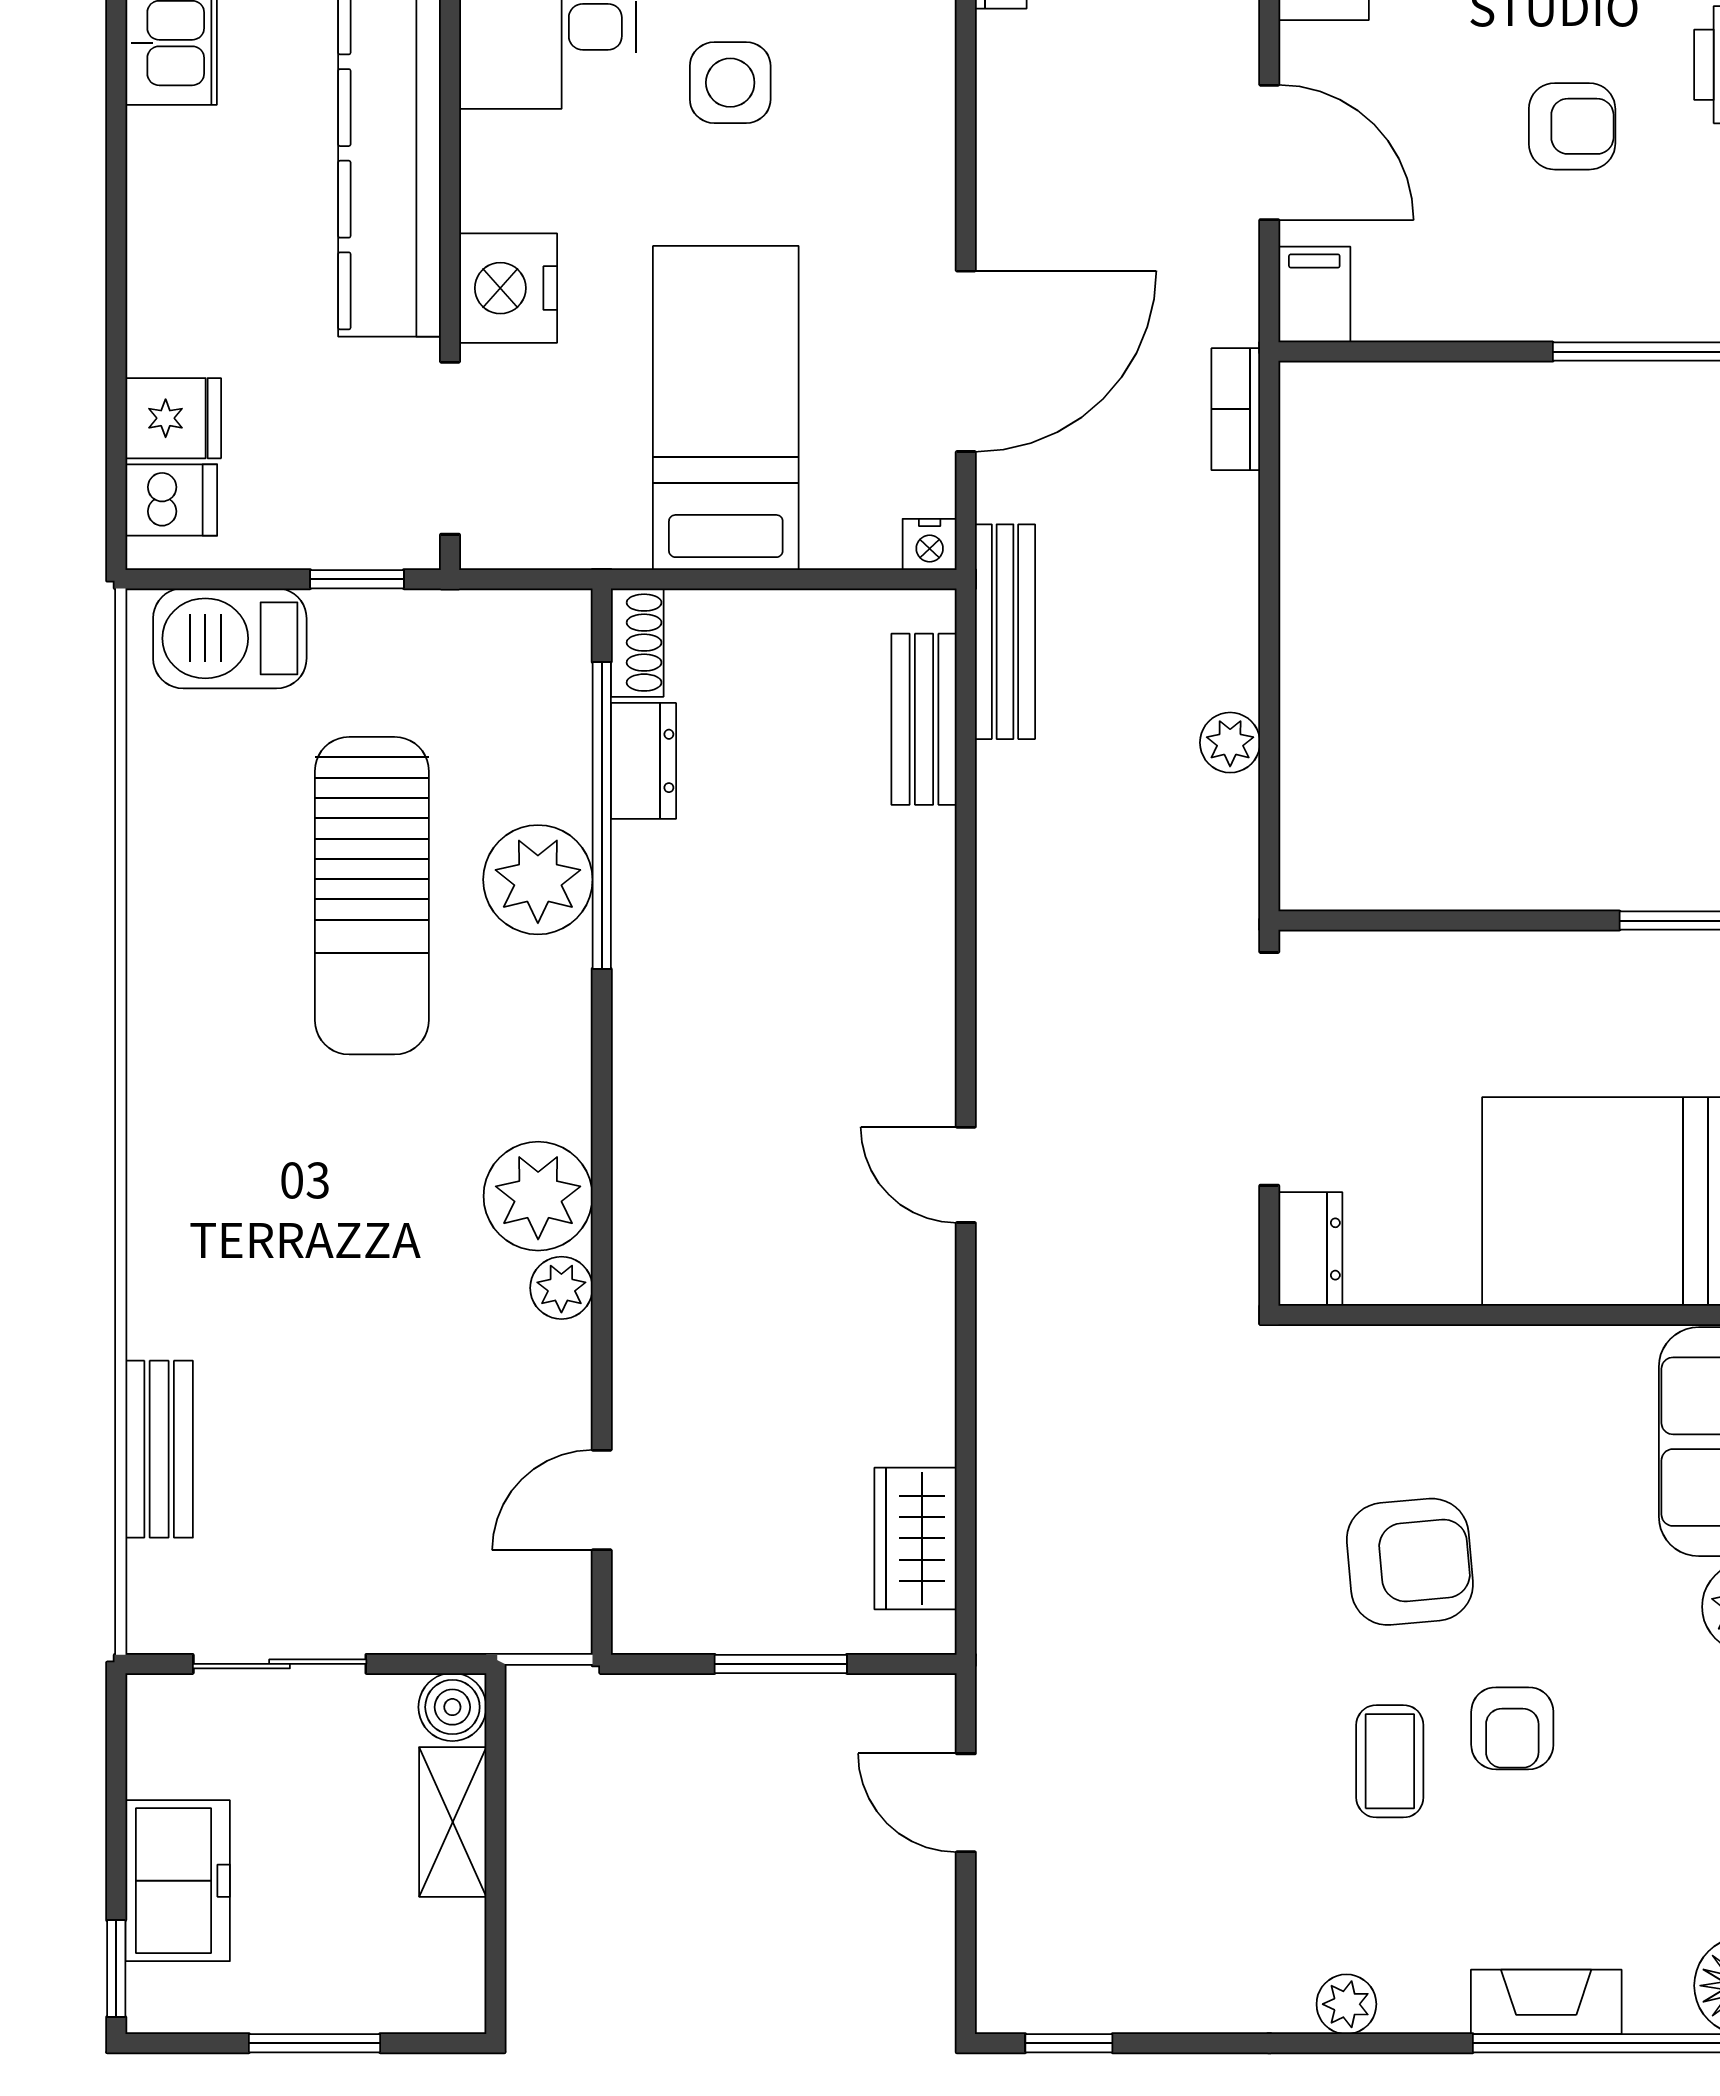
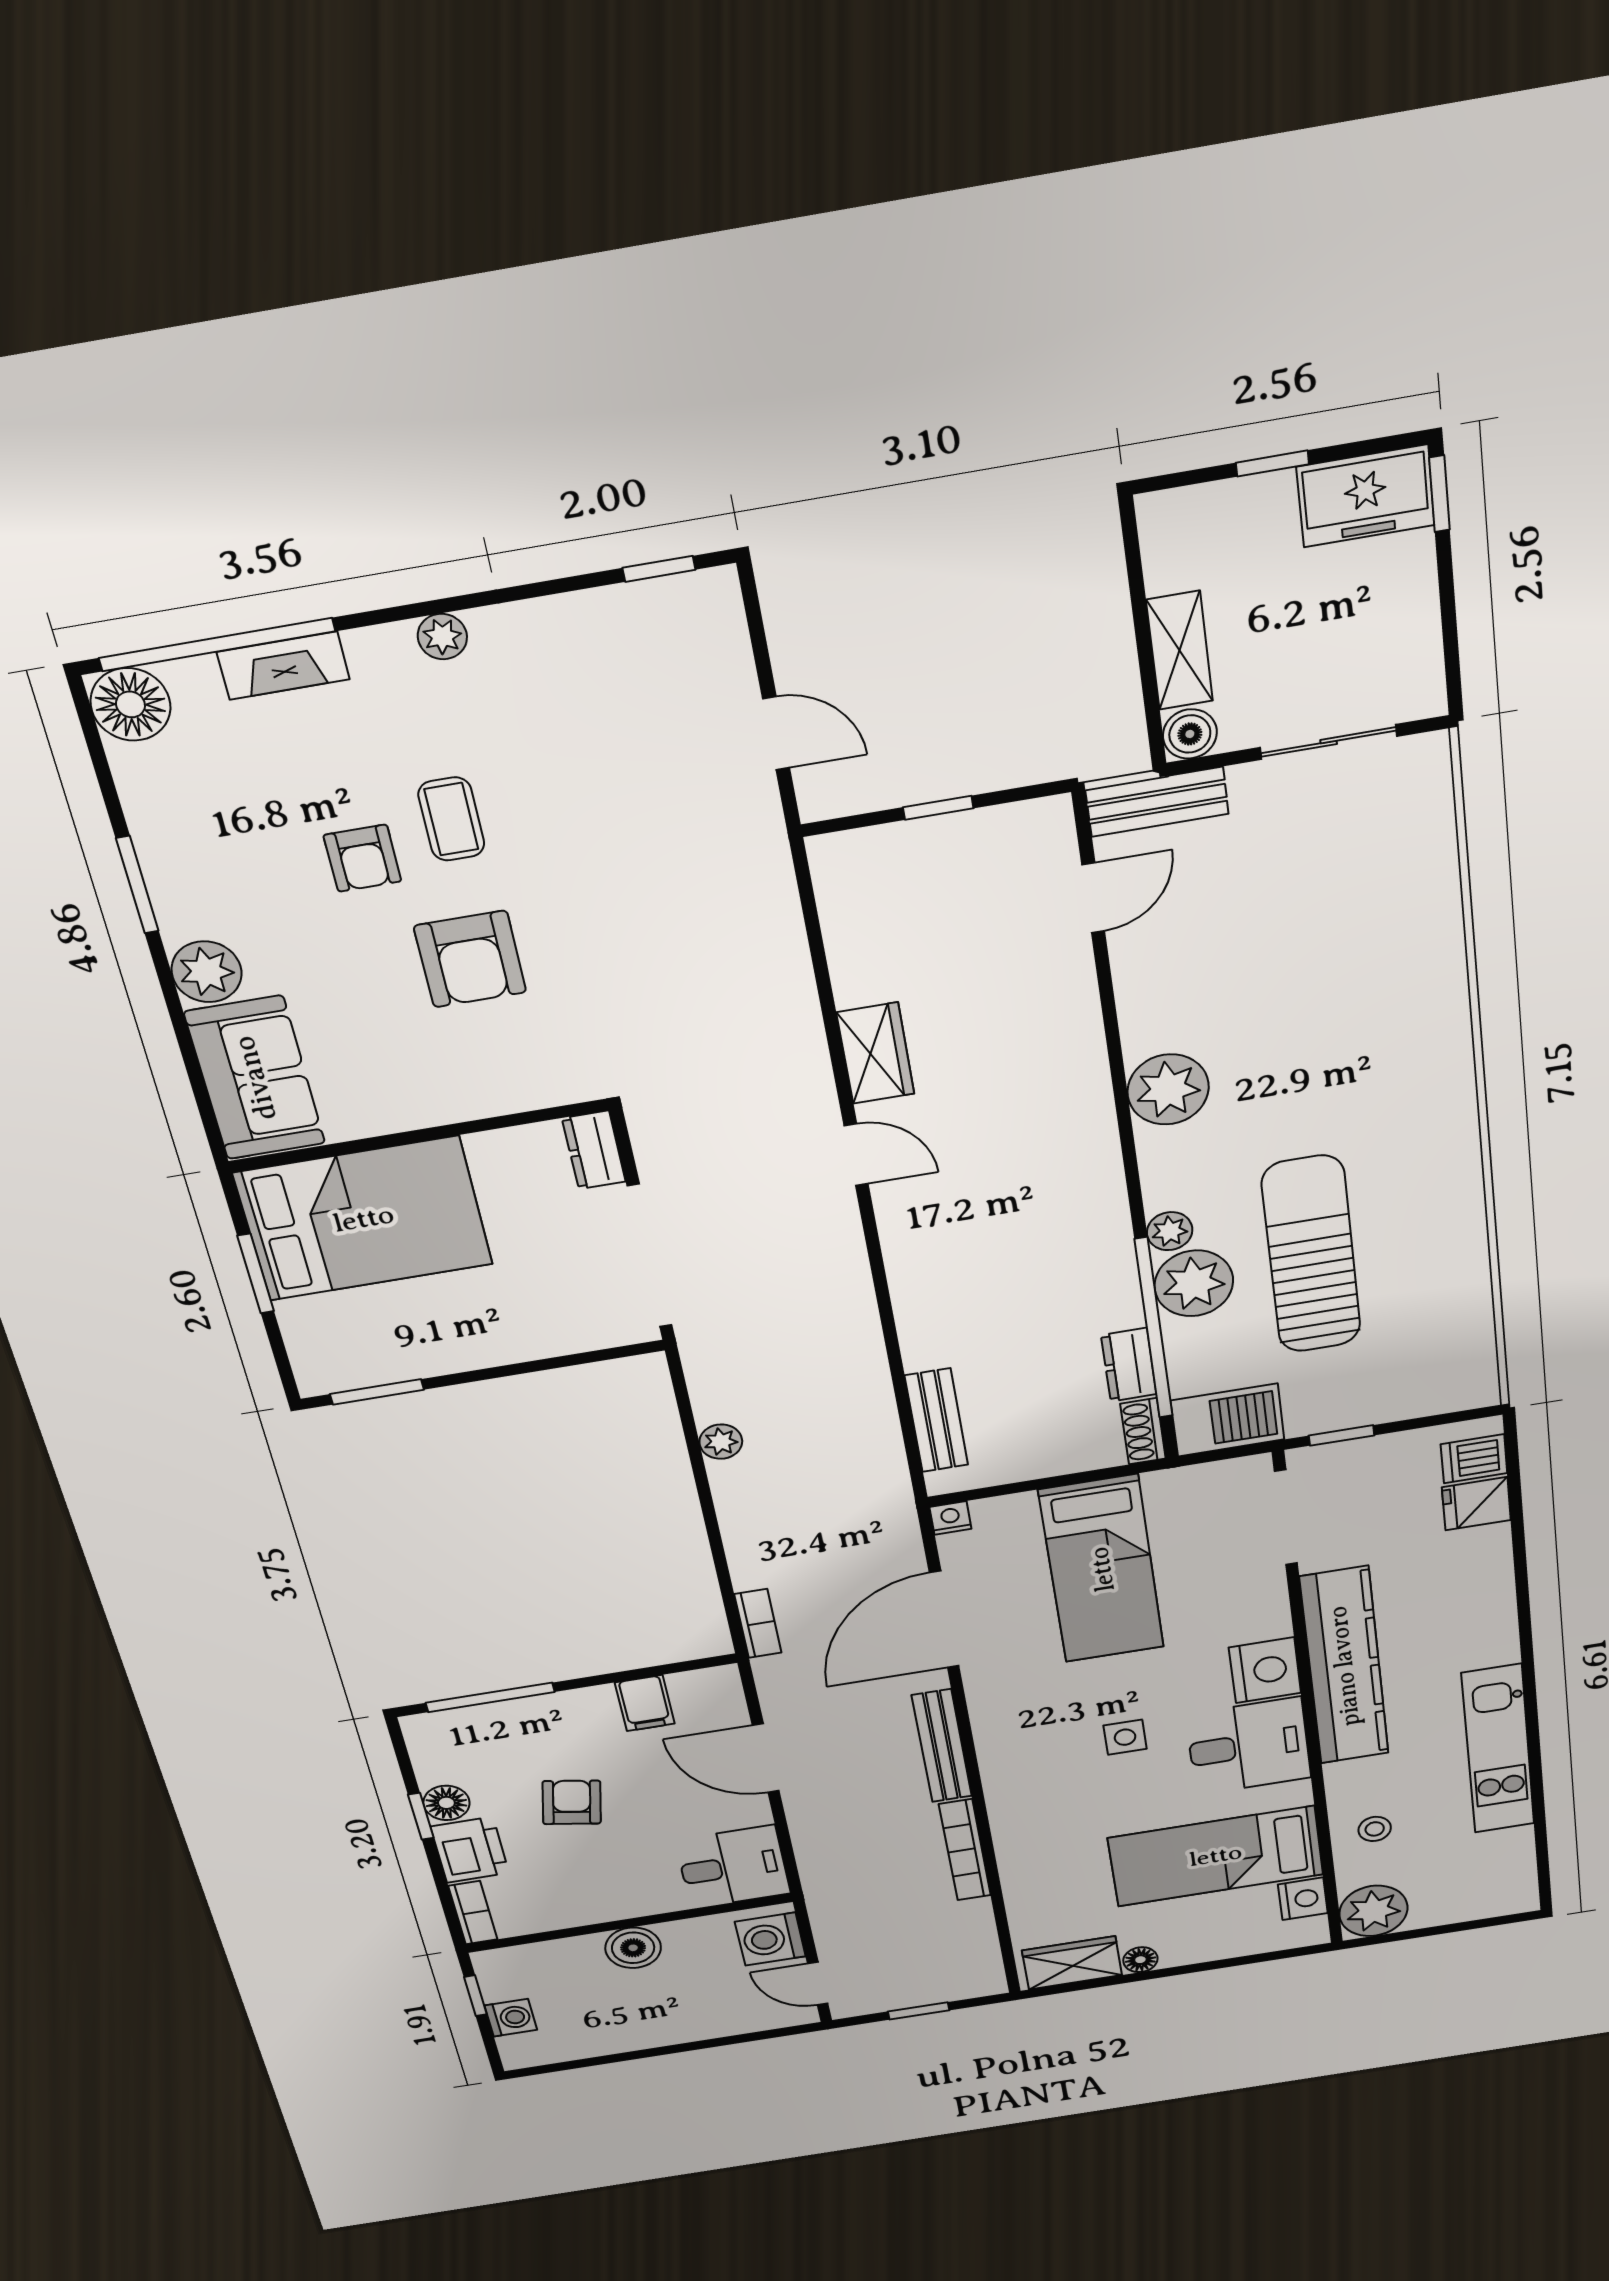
side table: (730, 83) -> (1125, 1737), width x0.73, depth x0.73
armchair: (1572, 126) -> (572, 1802), turned 101
nightstand: (508, 288) -> (1265, 1670), moved
filing cabinet: (1314, 295) -> (645, 1703), moved
bench: (1005, 632) -> (942, 1746), moved
barbecue: (230, 638) -> (1227, 1420), moved
plant: (561, 1288) -> (1170, 1231), moved
bench: (159, 1449) -> (1157, 802), moved, turned 90
wardrobe: (916, 1538) -> (875, 1053), moved
armchair: (1410, 1562) -> (470, 959), turned -85
window: (781, 1664) -> (938, 808), width x0.67
armchair: (1512, 1728) -> (362, 858), turned 180
freezer: (178, 1881) -> (1366, 496), moved, turned -90
window: (314, 2043) -> (1272, 463), width x0.67

